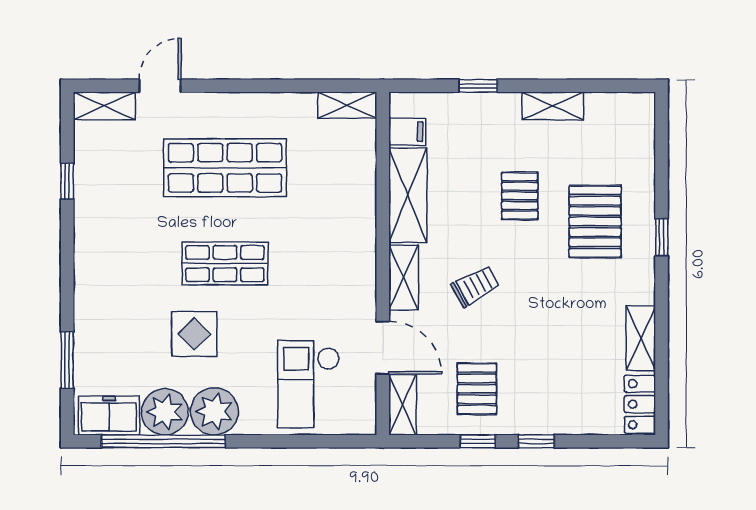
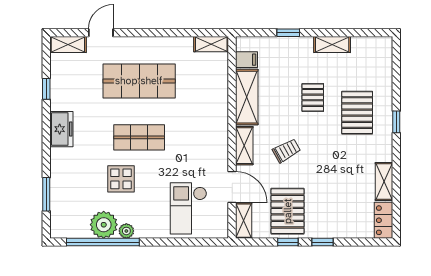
pallet: (477, 389) -> (288, 211), width x1.50, depth x1.42
plant: (214, 411) -> (126, 231), width x0.53, depth x0.53
freezer: (109, 416) -> (61, 129), moved, turned 90

